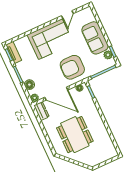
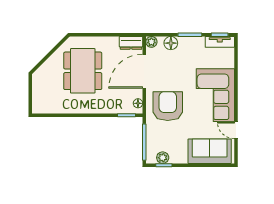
sofa: (95, 38) -> (210, 151), moved
dining table: (75, 135) -> (83, 71), turned 90

